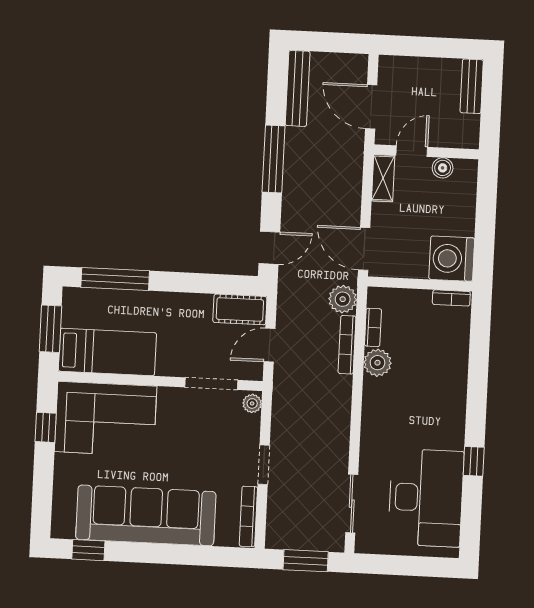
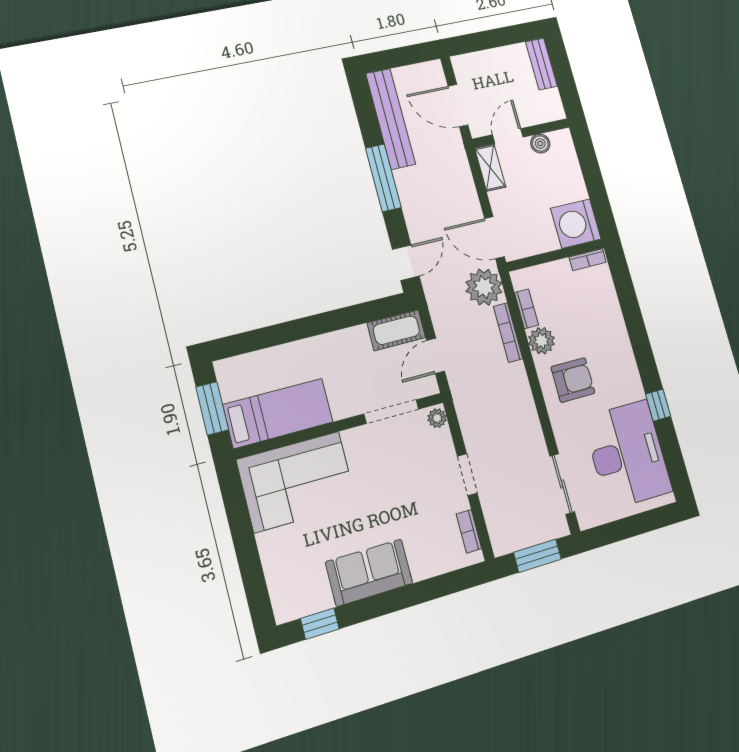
bench: (298, 88) -> (391, 119), width x1.37, depth x1.21
window: (115, 279) -> (264, 338), removed
plant: (343, 299) -> (484, 287), width x1.36, depth x1.36
armchair: (396, 410) -> (573, 380), added
window: (46, 427) -> (237, 511), removed
sofa: (146, 515) -> (369, 573), width x0.54, depth x0.79
bookcase: (248, 516) -> (469, 531), width x0.64

